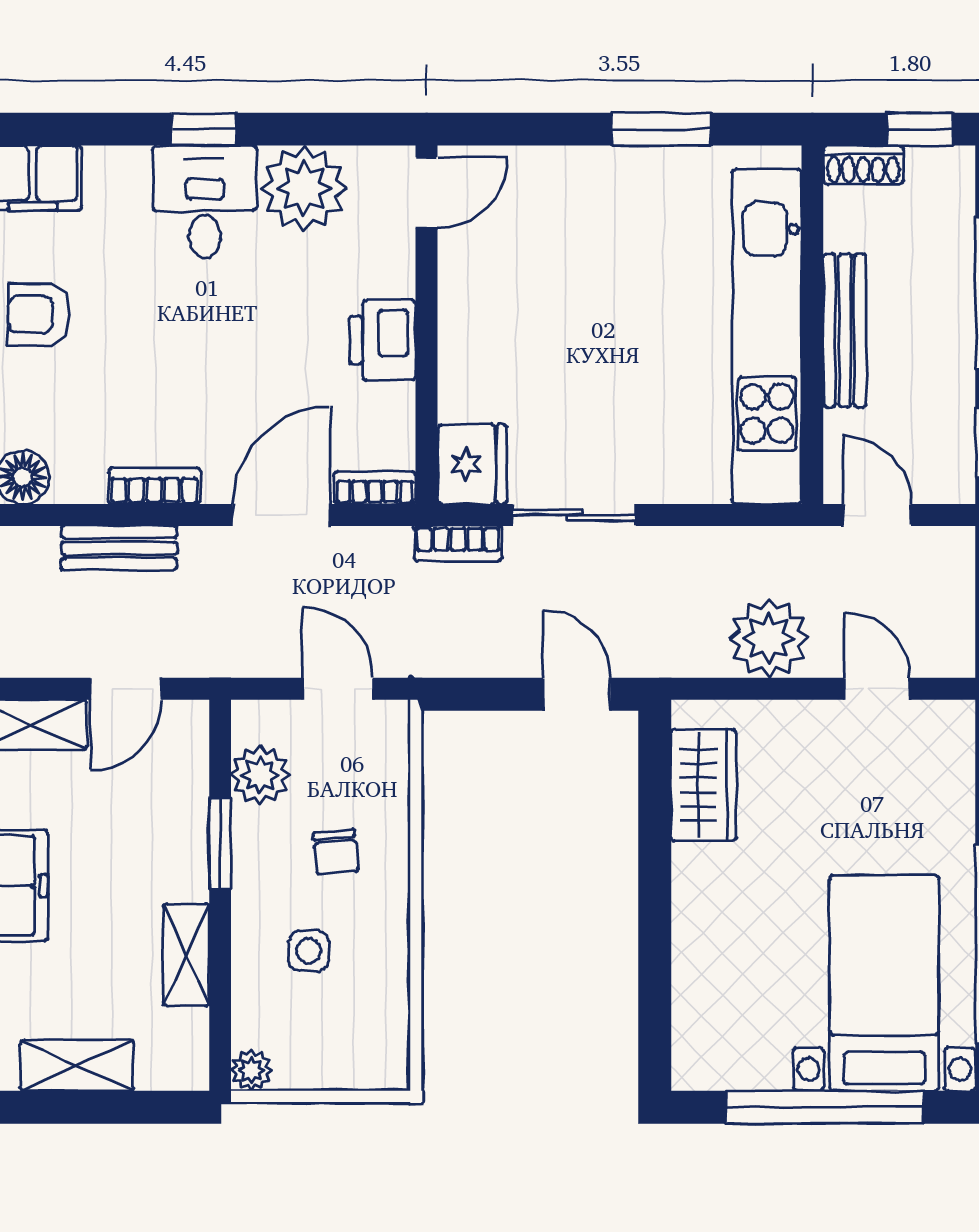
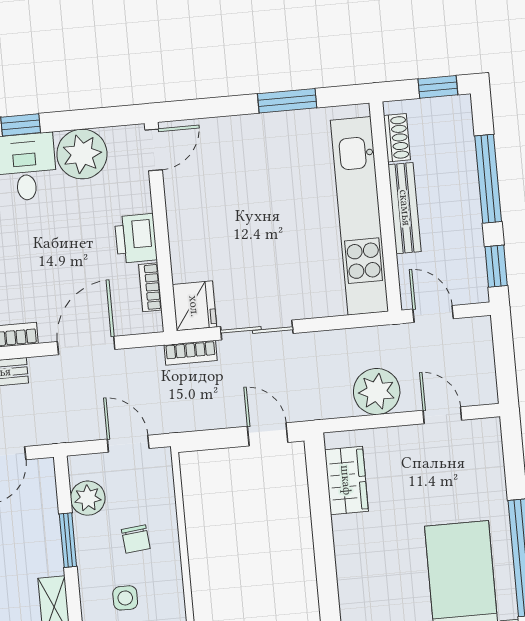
shoe rack: (863, 165) -> (397, 138), moved, turned -90
bookcase: (375, 488) -> (150, 287), moved, turned -90

